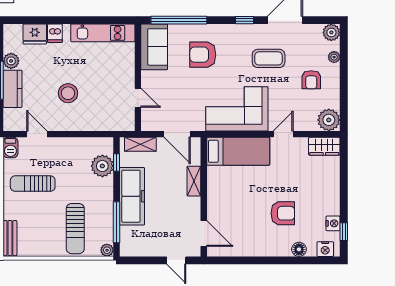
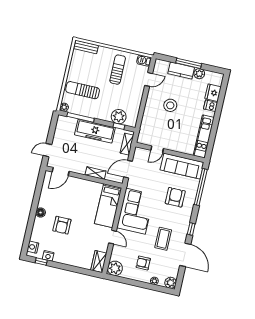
sofa: (154, 47) -> (182, 166), width x1.36
floor lamp: (299, 249) -> (41, 212), moved

